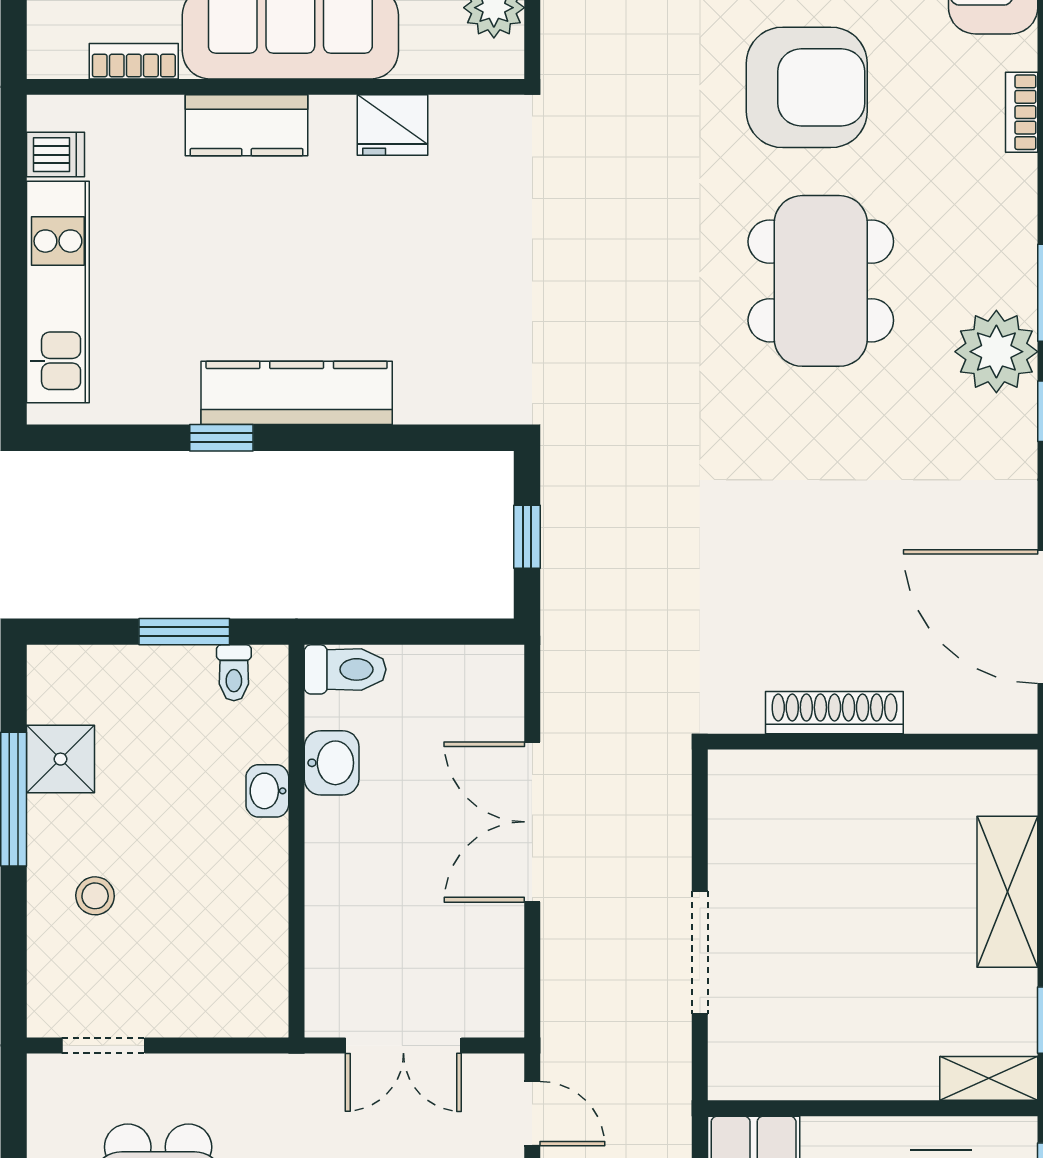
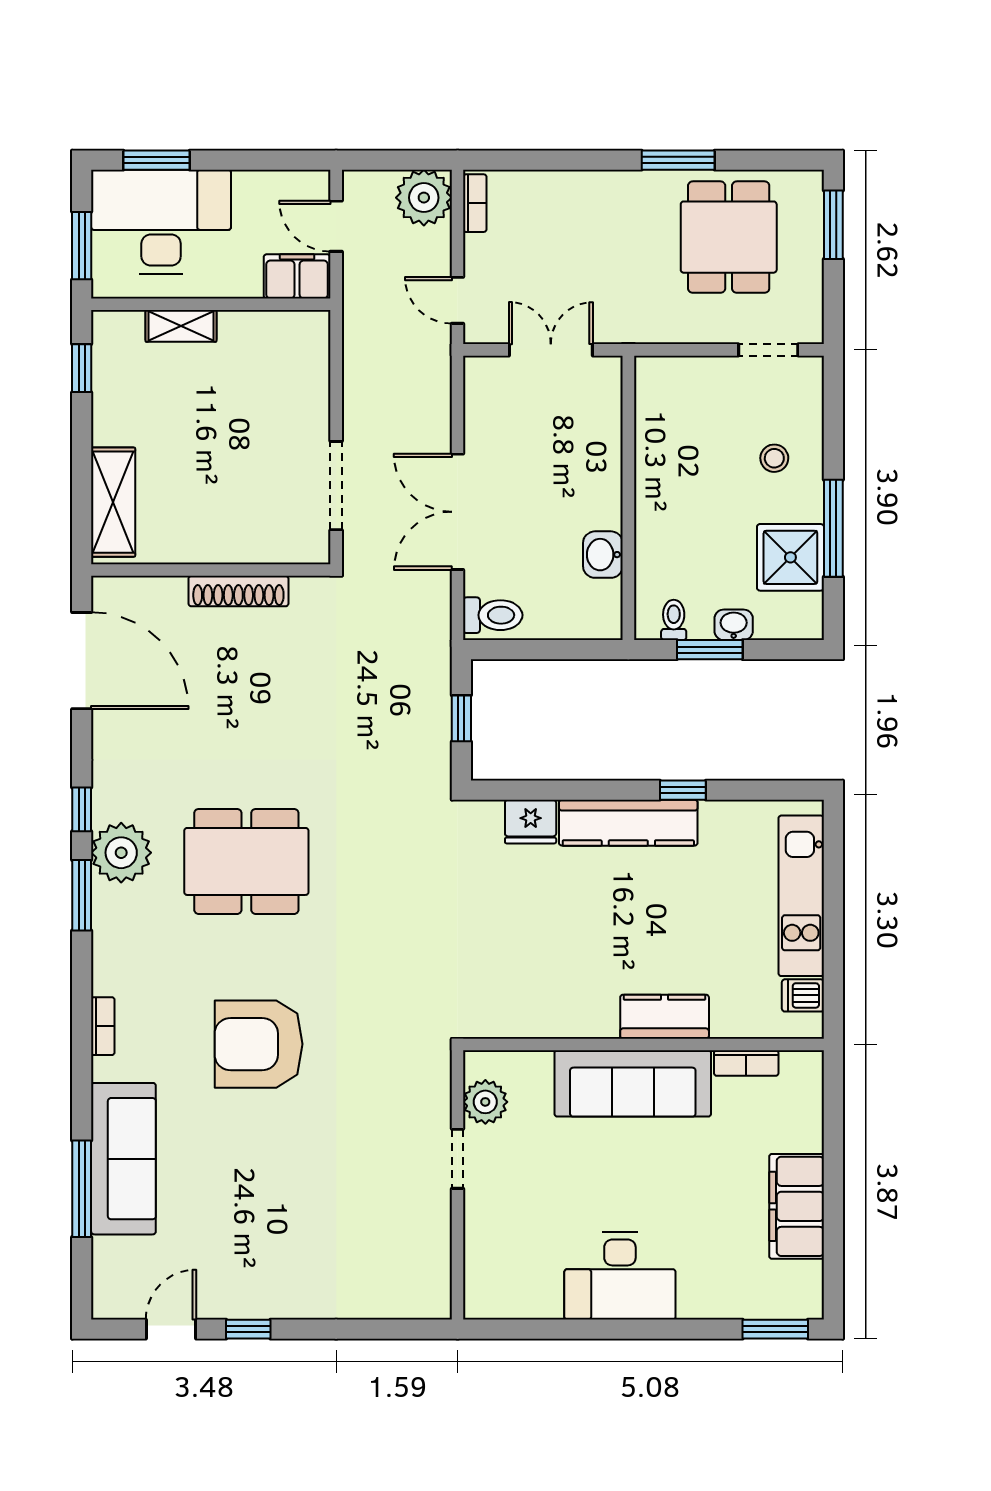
fridge: (392, 125) -> (531, 822), moved, turned 180
dining table: (821, 281) -> (246, 861), moved, turned 90
toilet: (345, 669) -> (493, 615), moved, turned 180
shower: (61, 759) -> (790, 557), width x1.36, depth x1.36
washbasin: (267, 791) -> (734, 625), moved, turned -90
double door: (532, 822) -> (458, 512), swing flipped
shelving: (1007, 892) -> (113, 502), moved
doorway: (700, 953) -> (336, 486), moved
shelving: (989, 1078) -> (181, 326), moved

